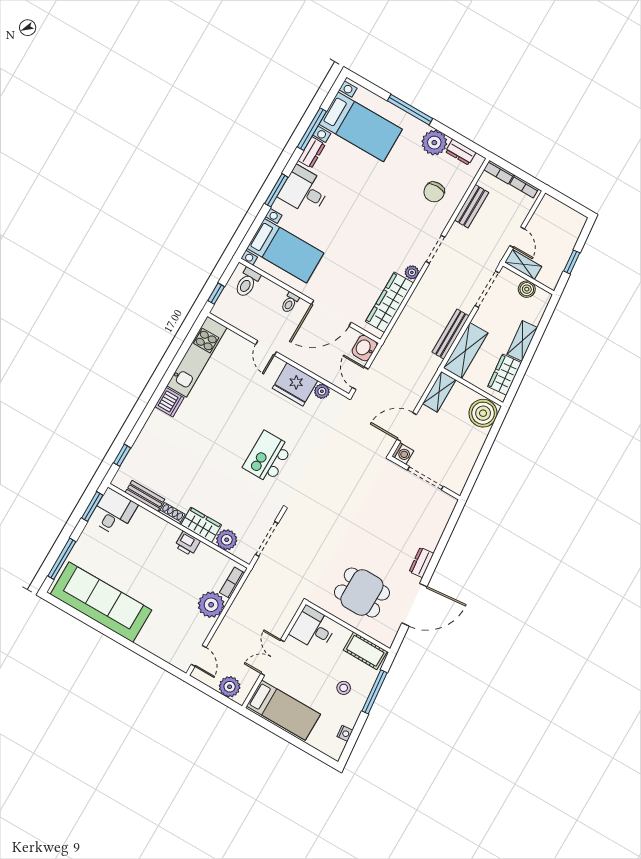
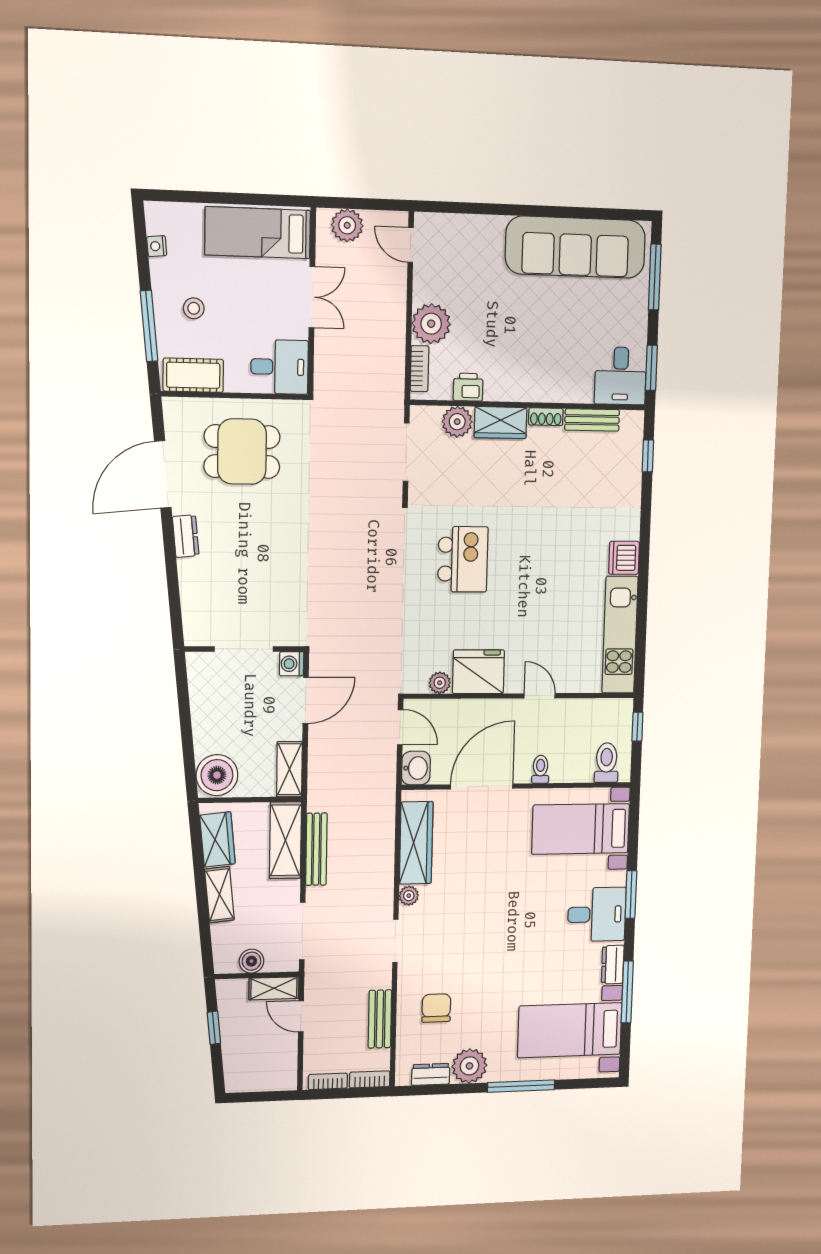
printer: (187, 544) -> (468, 387), moved

